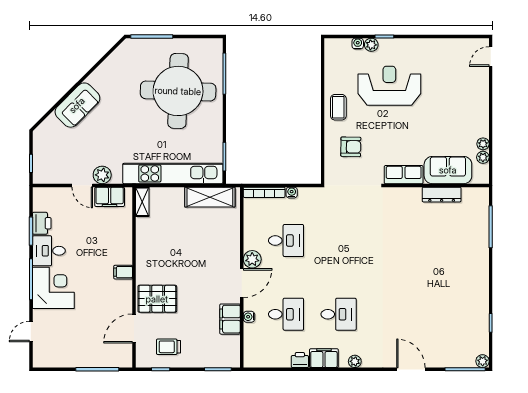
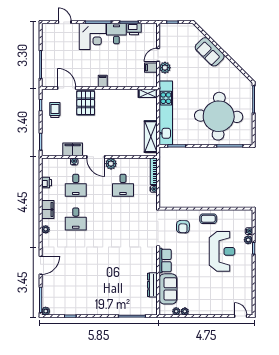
filing cabinet: (110, 197) -> (151, 68), width x0.50
printer: (300, 360) -> (46, 183), moved

